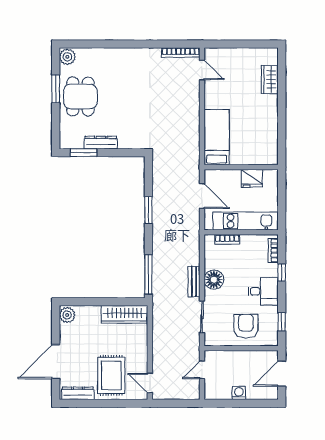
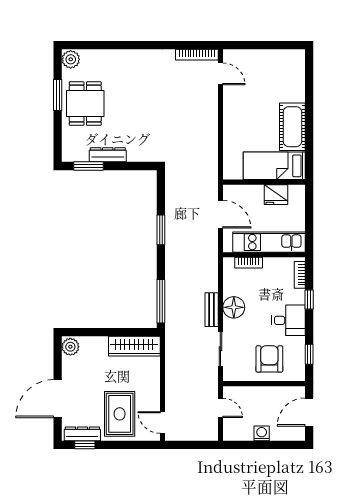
wardrobe: (270, 80) -> (296, 85), removed
cot: (267, 117) -> (292, 127), added
bed: (217, 137) -> (274, 166), moved, turned -90
door: (202, 370) -> (220, 408), swing flipped
window: (80, 403) -> (85, 445), added

